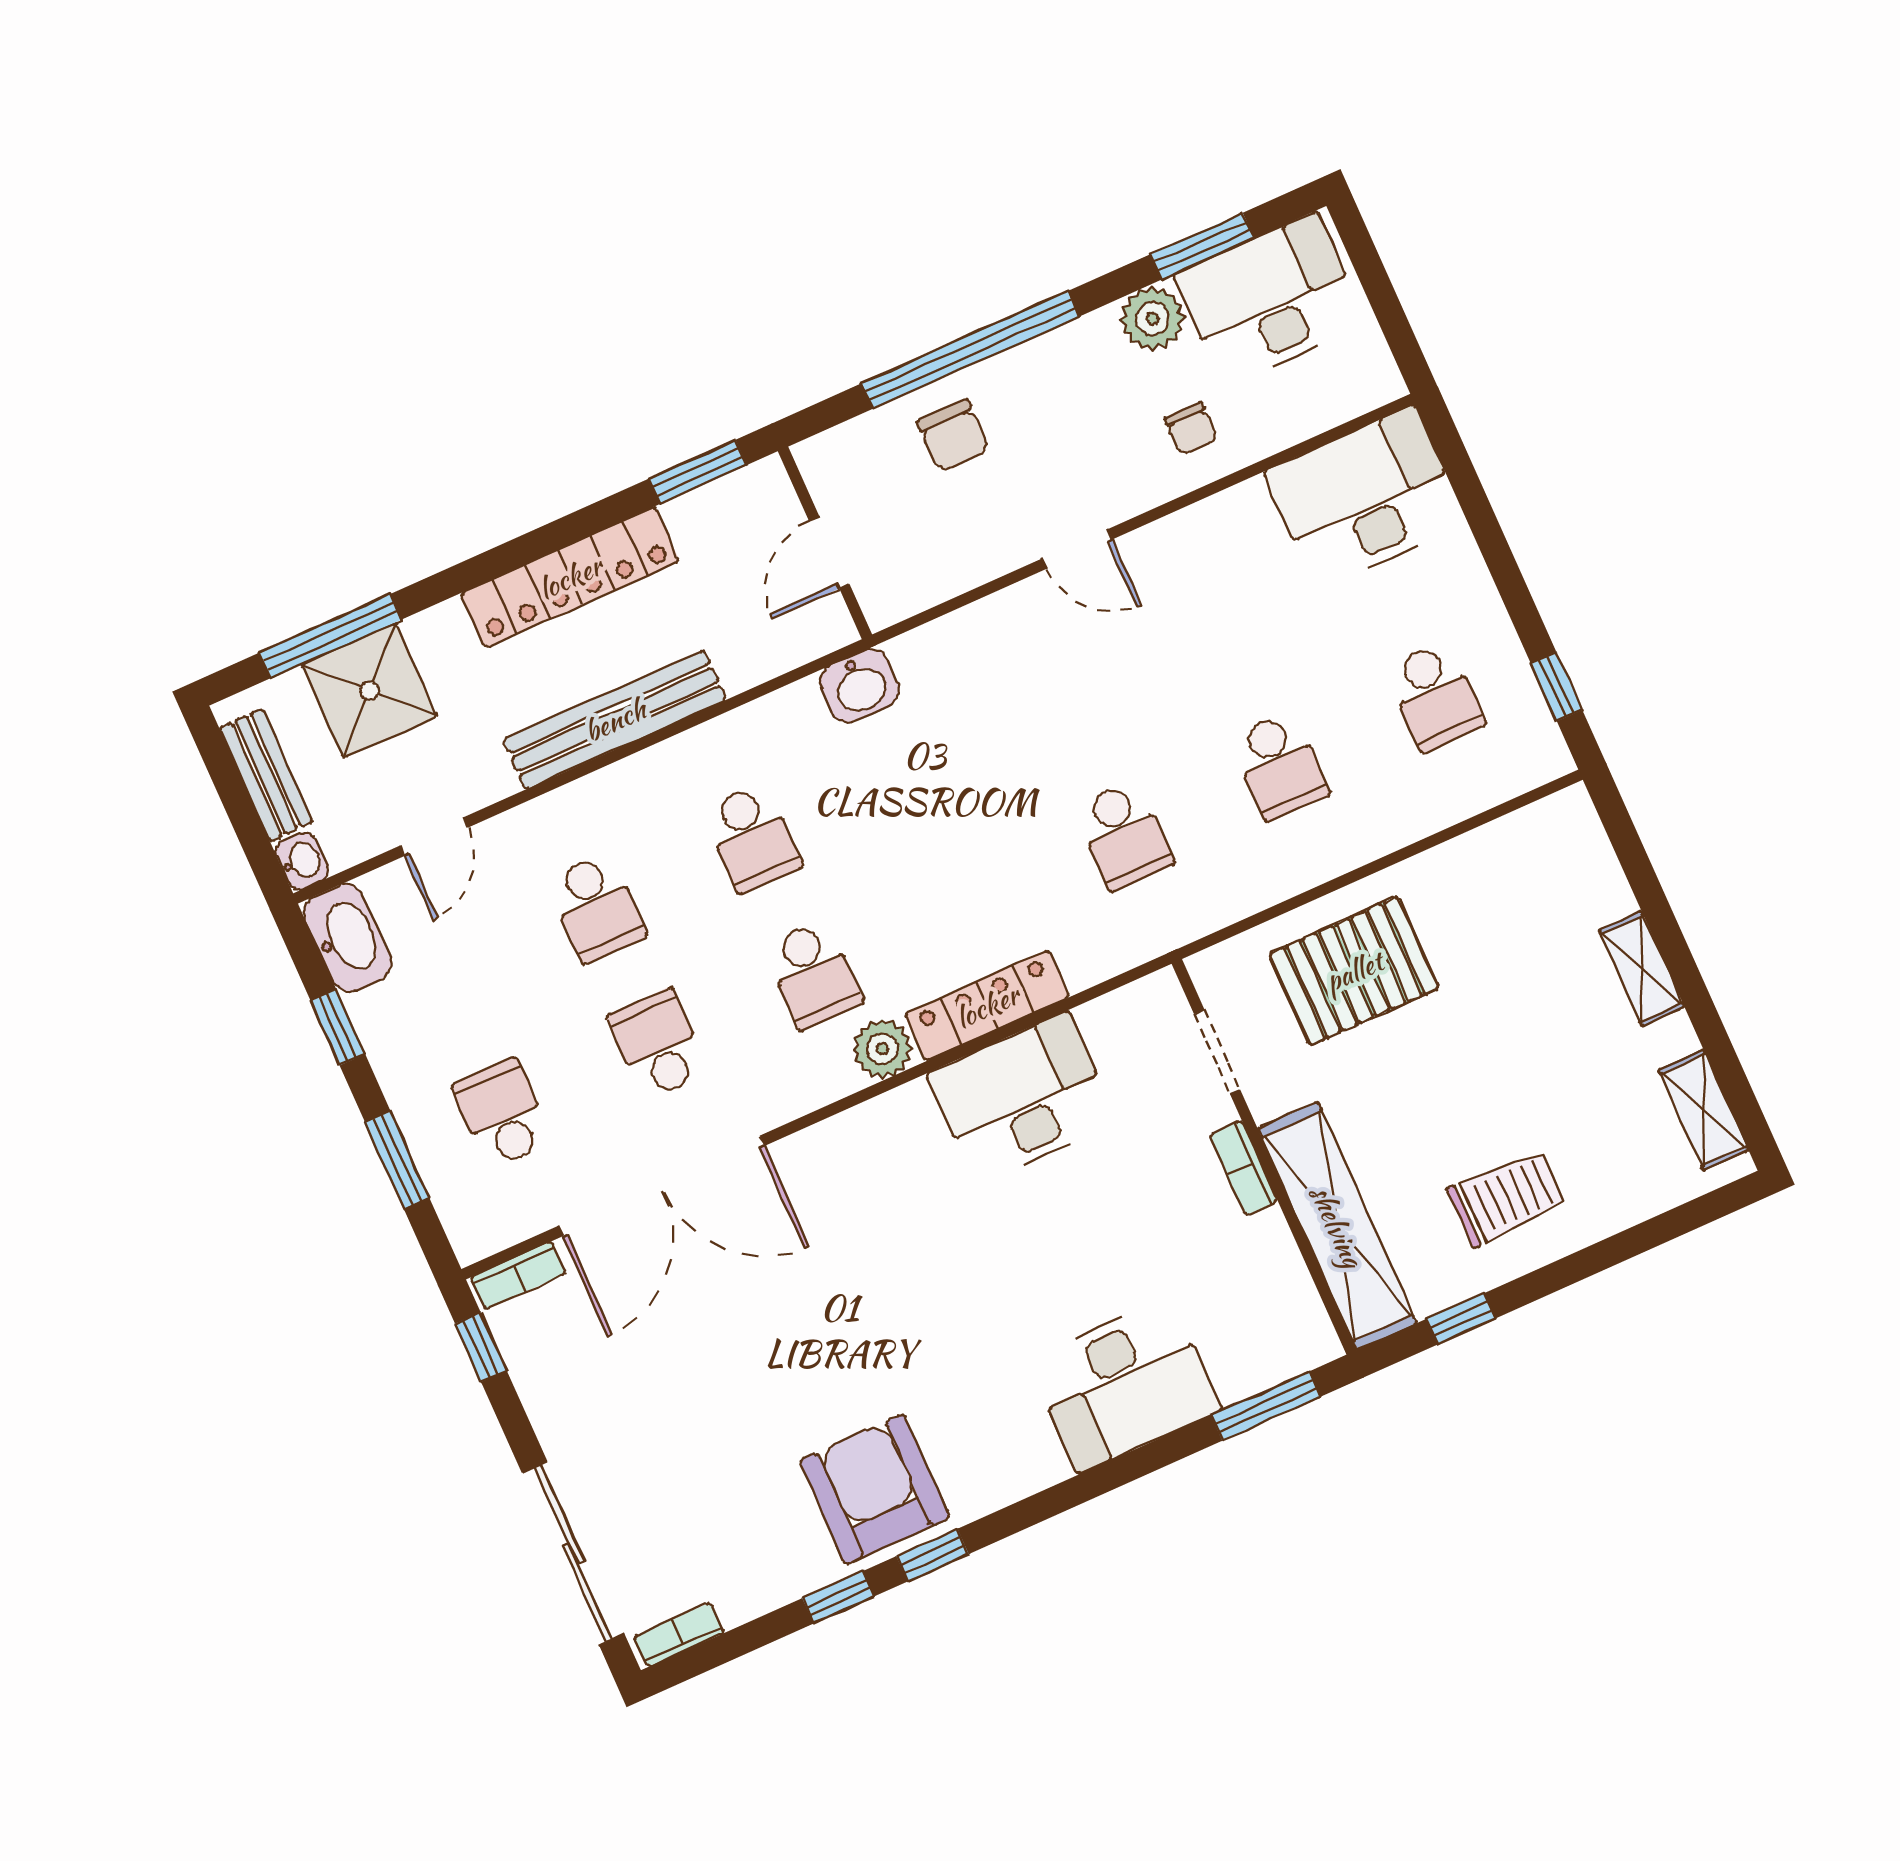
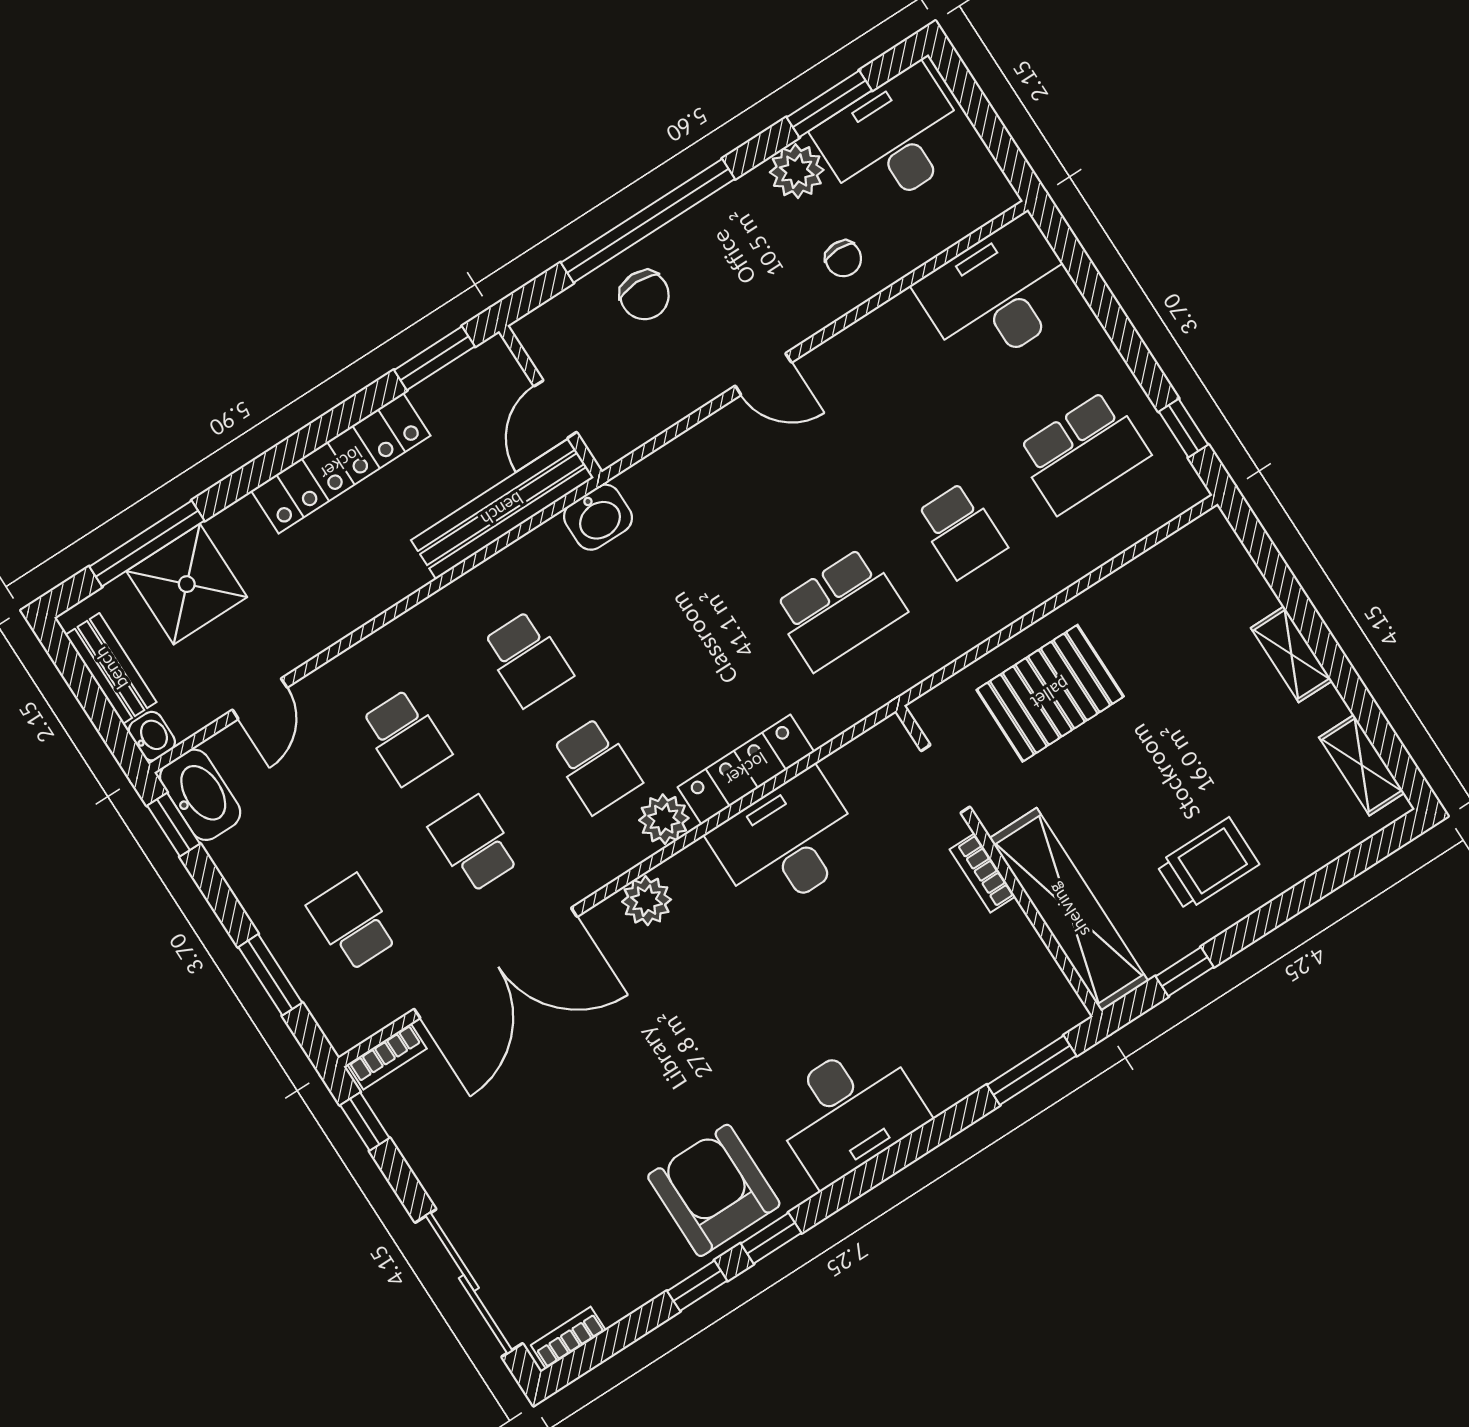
school desk: (1435, 696) -> (1083, 452), width x1.85
bench: (615, 720) -> (502, 509), moved
school desk: (1124, 835) -> (839, 609), width x1.85
window: (338, 1027) -> (173, 825), moved
plant: (848, 1140) -> (647, 901), added
desk: (1125, 1385) -> (848, 1111), moved

